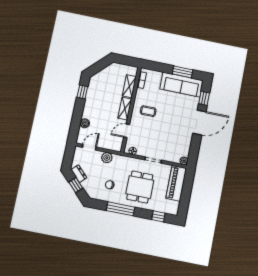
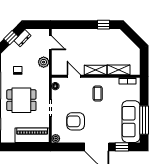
window: (183, 72) -> (144, 120), width x1.44
boiler: (85, 123) -> (73, 34), removed
armchair: (171, 138) -> (76, 121), added

